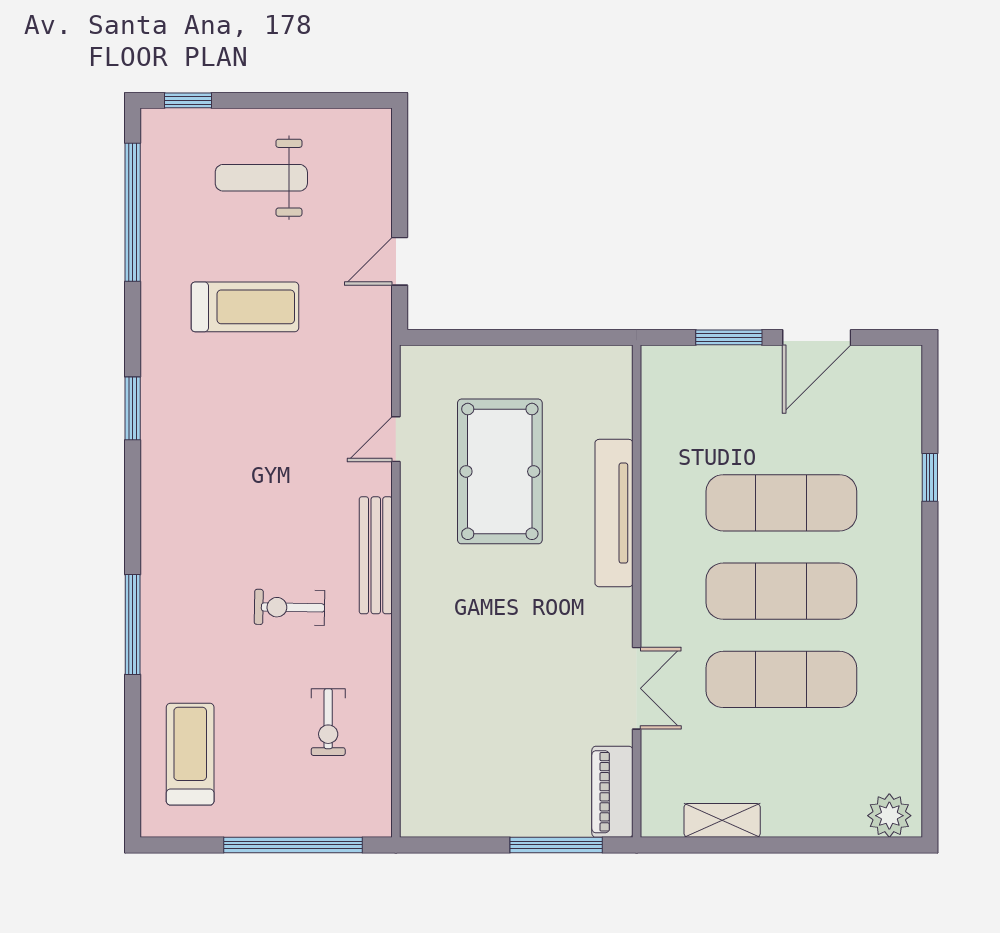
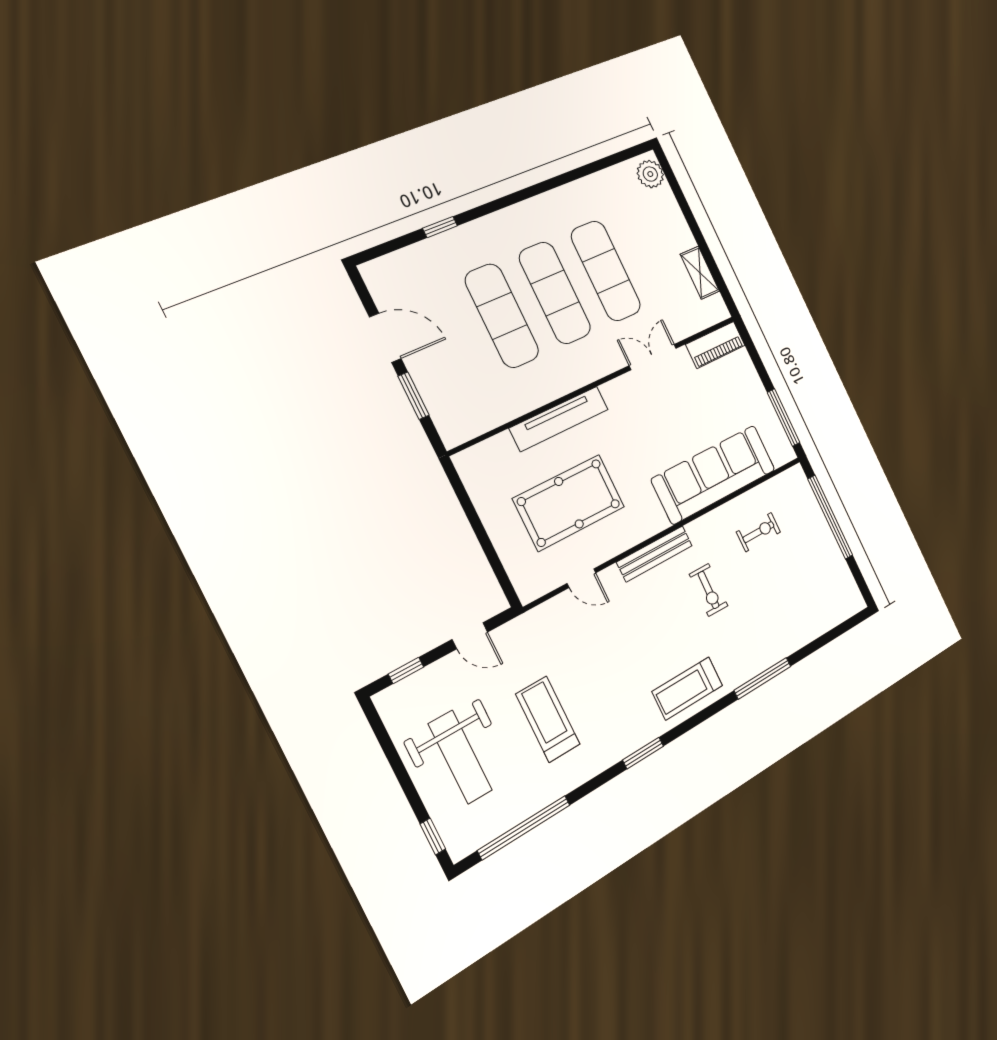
window: (400, 165) -> (406, 670), added
weight bench: (261, 178) -> (460, 757), width x1.36, depth x1.33
sofa: (438, 696) -> (714, 474), added
treadmill: (190, 754) -> (687, 688), moved
window: (556, 845) -> (784, 418), moved

